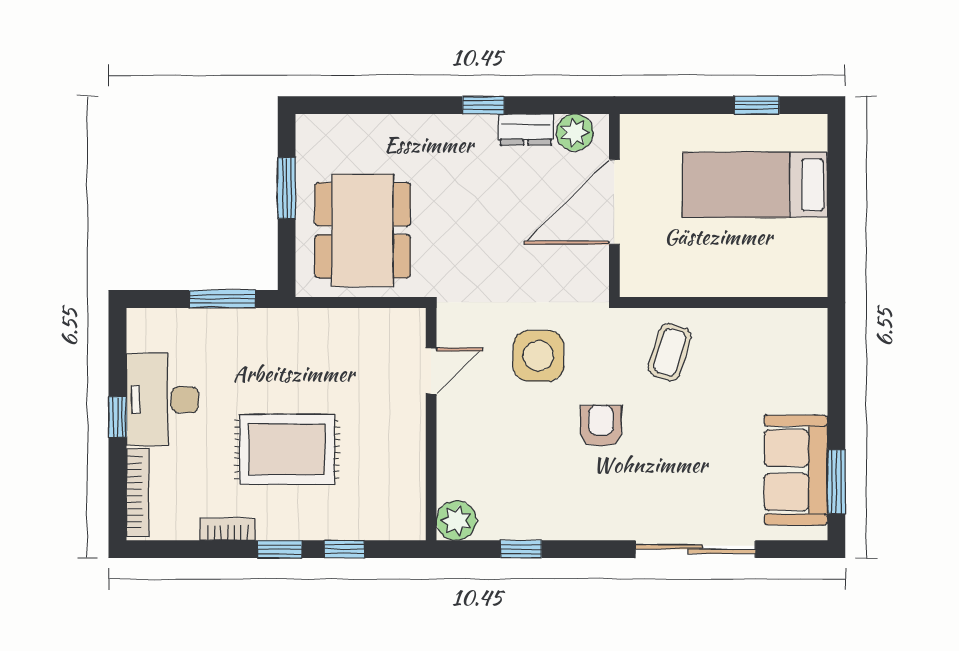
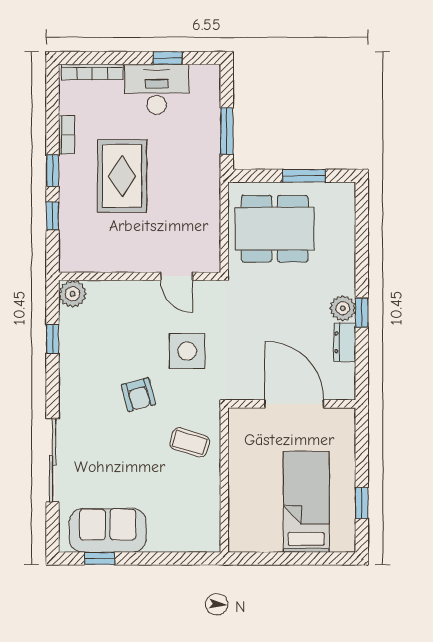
plant: (575, 132) -> (343, 308), moved
window: (117, 417) -> (168, 58), moved
armchair: (601, 426) -> (138, 395), turned 75
window: (836, 482) -> (100, 558), width x0.67

